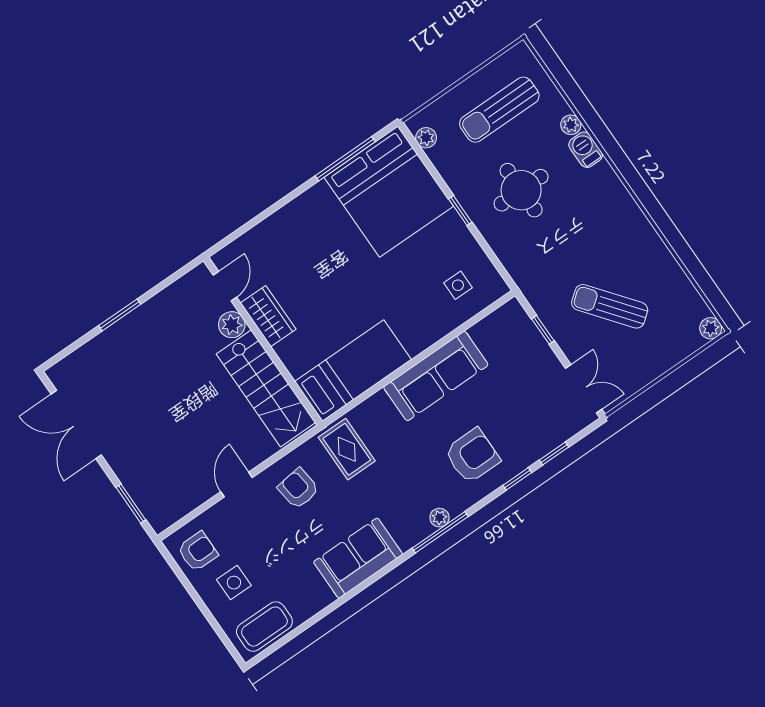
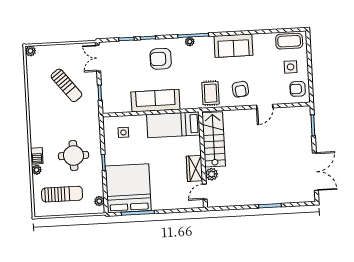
door: (225, 286) -> (205, 192), moved
wardrobe: (268, 316) -> (194, 168), moved
plant: (232, 325) -> (212, 174), moved
wall: (263, 341) -> (203, 160), moved
bed: (353, 371) -> (173, 125), moved
stairs: (266, 388) -> (214, 139), moved

